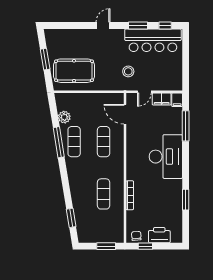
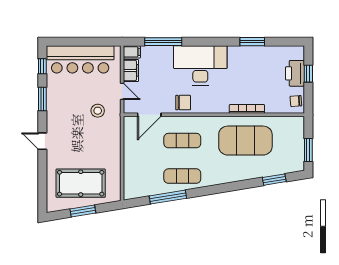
bar counter: (153, 40) -> (80, 59), moved, turned 90
pool table: (74, 71) -> (81, 183), moved, turned 90
plant: (64, 117) -> (153, 188), removed
window: (59, 142) -> (168, 197), moved
chair: (135, 142) -> (183, 103), added
exercise mat: (104, 194) -> (245, 141), width x2.00, depth x1.45
window: (106, 246) -> (308, 150), moved
window: (145, 246) -> (308, 74), moved

